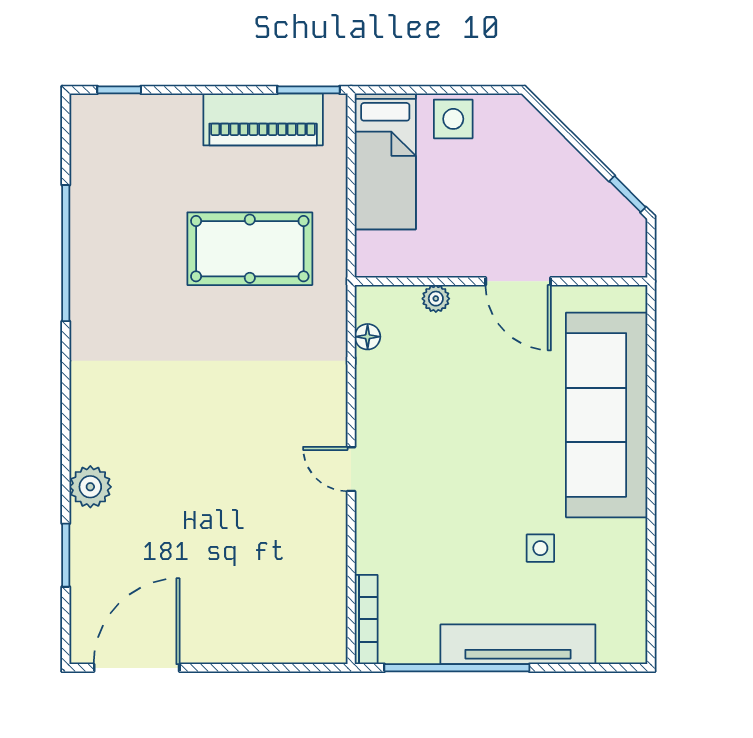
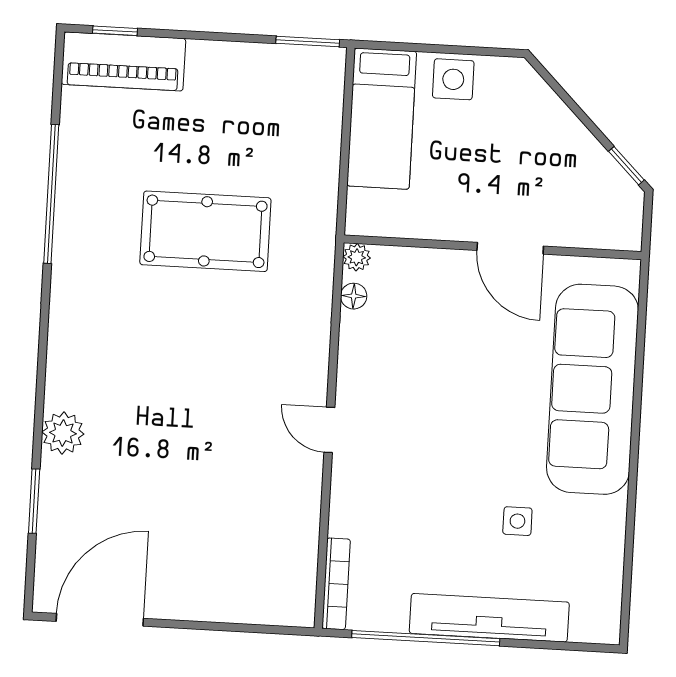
piano: (263, 119) -> (123, 61), moved
pool table: (250, 249) -> (205, 231), moved
plant: (436, 299) -> (357, 257), moved

